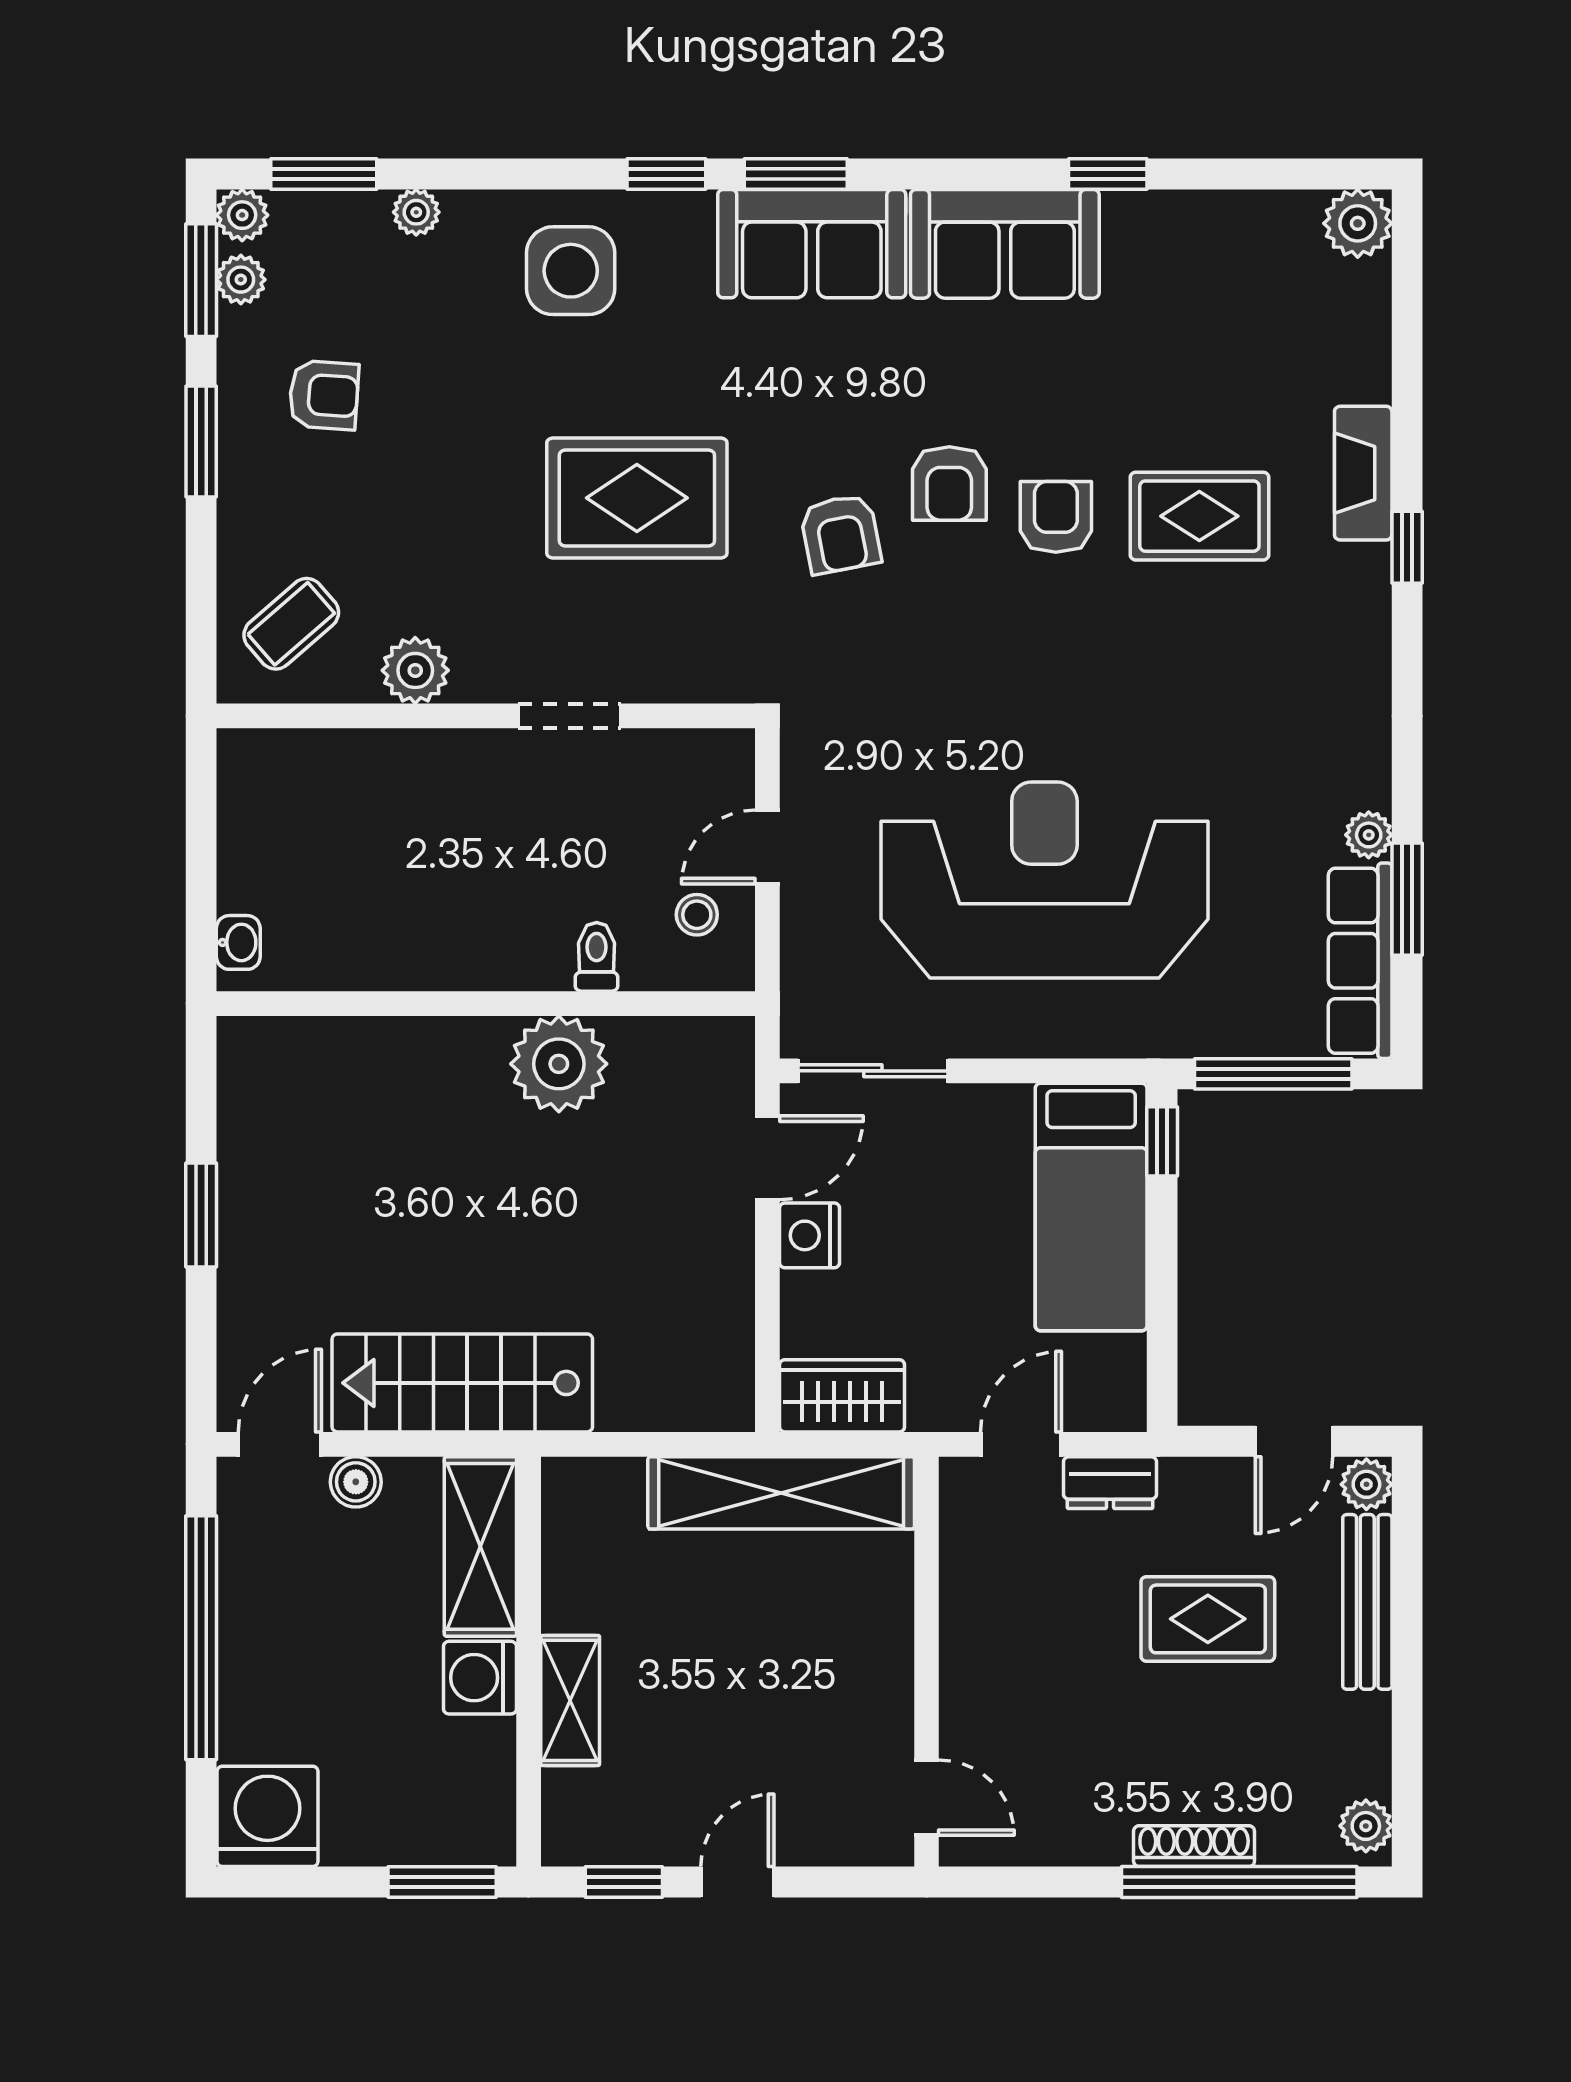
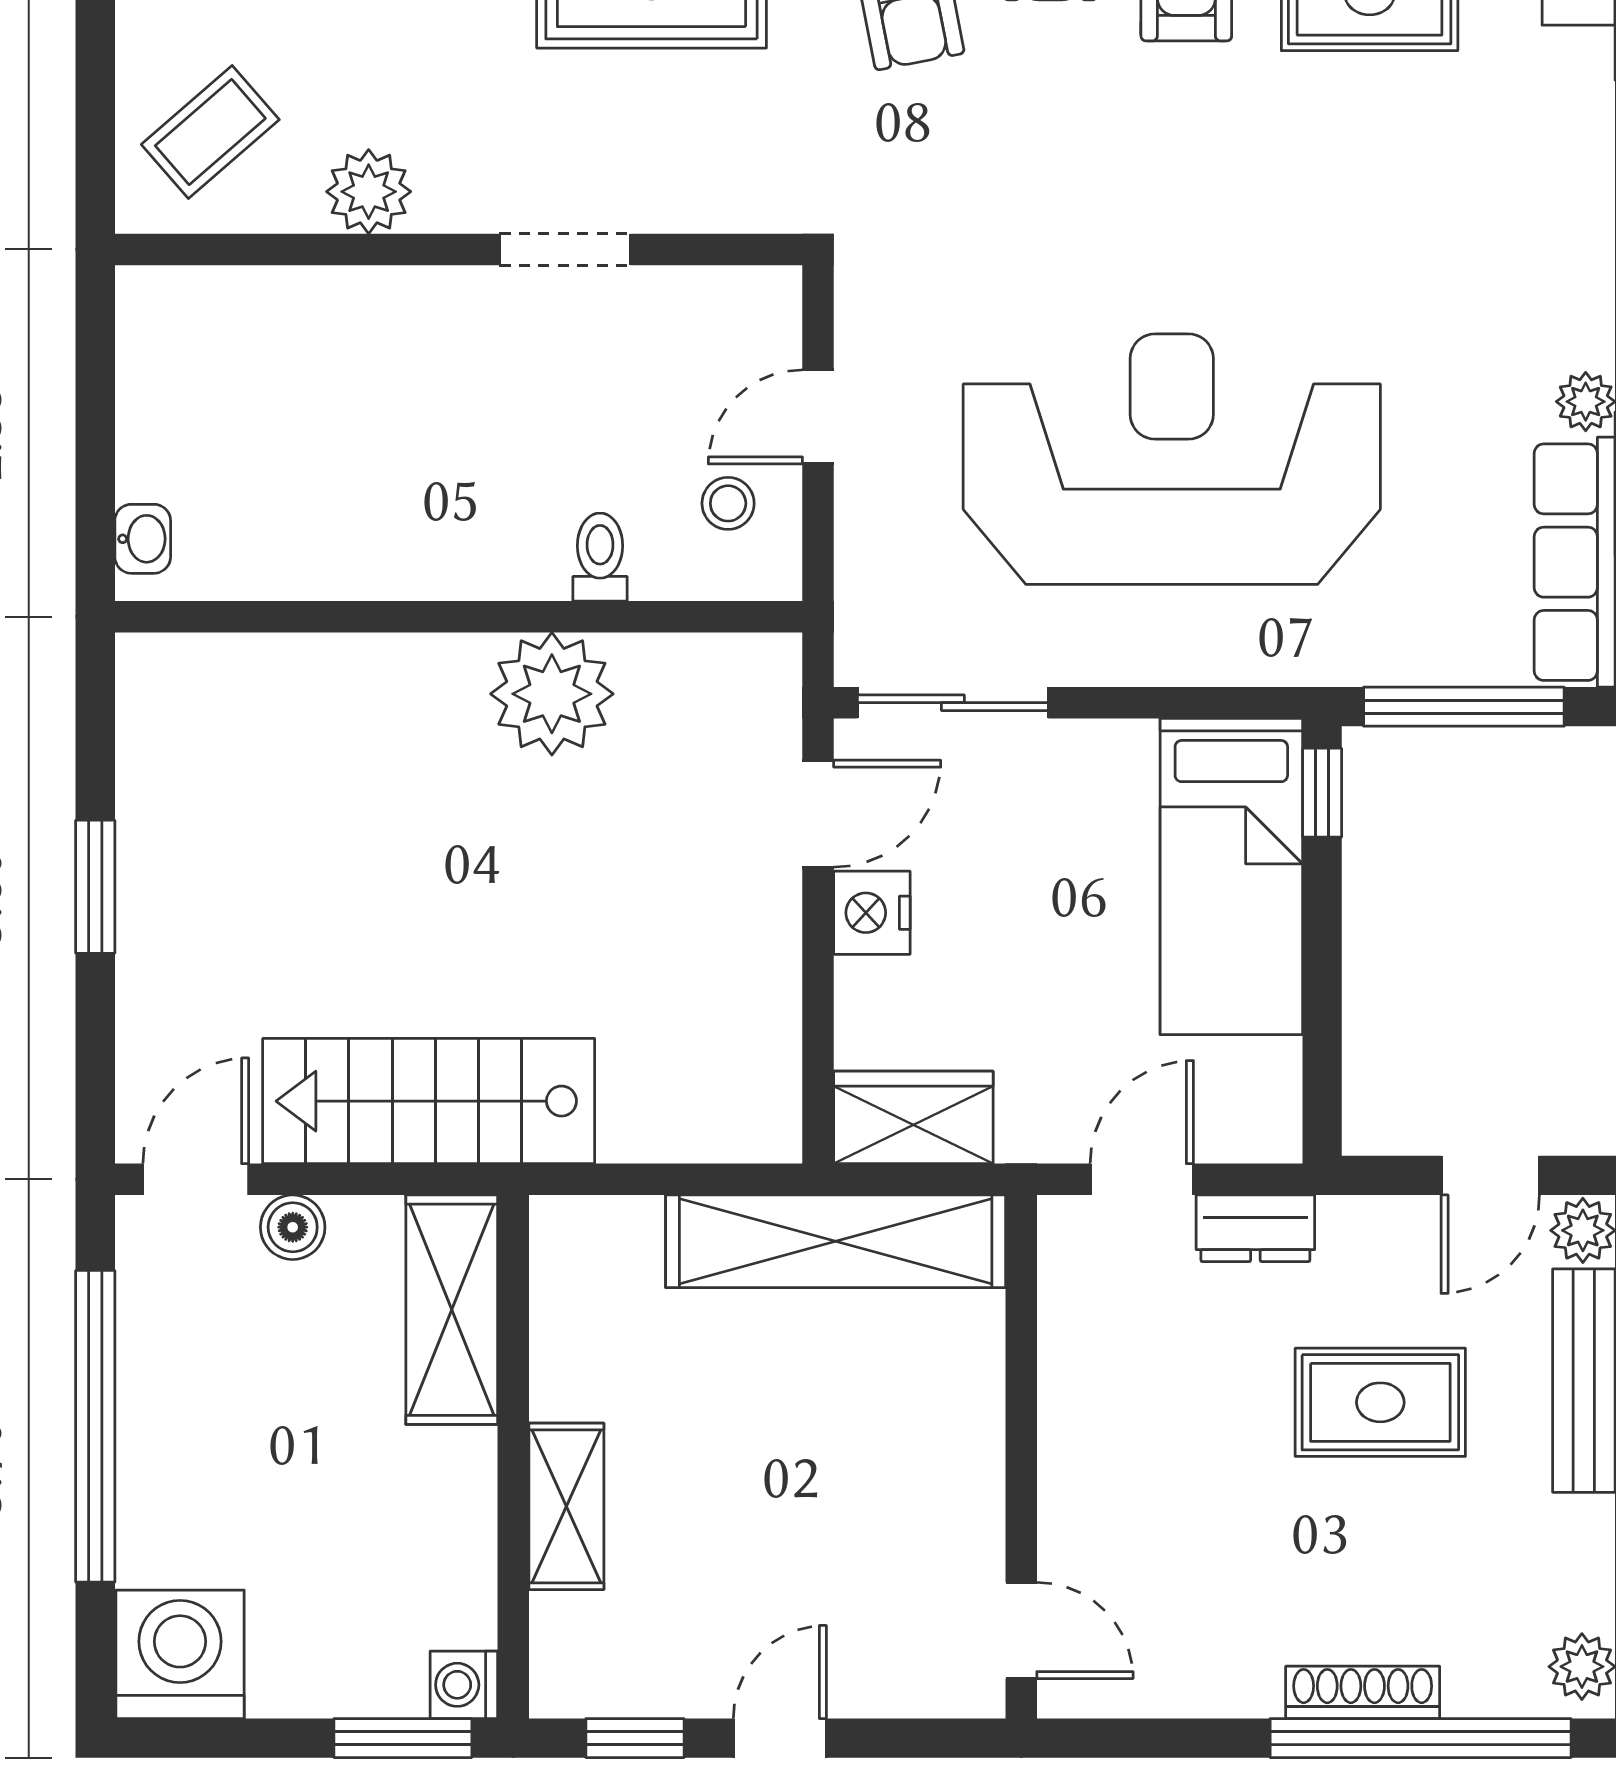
washing machine: (480, 1678) -> (464, 1685), moved, width x0.73, depth x0.73

